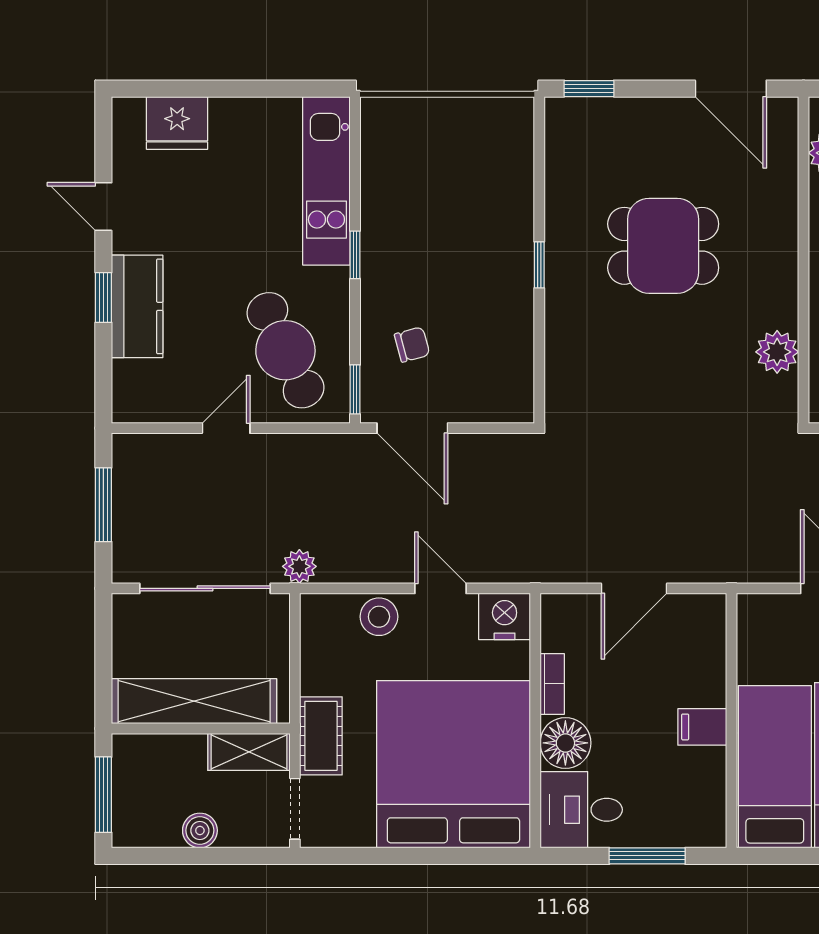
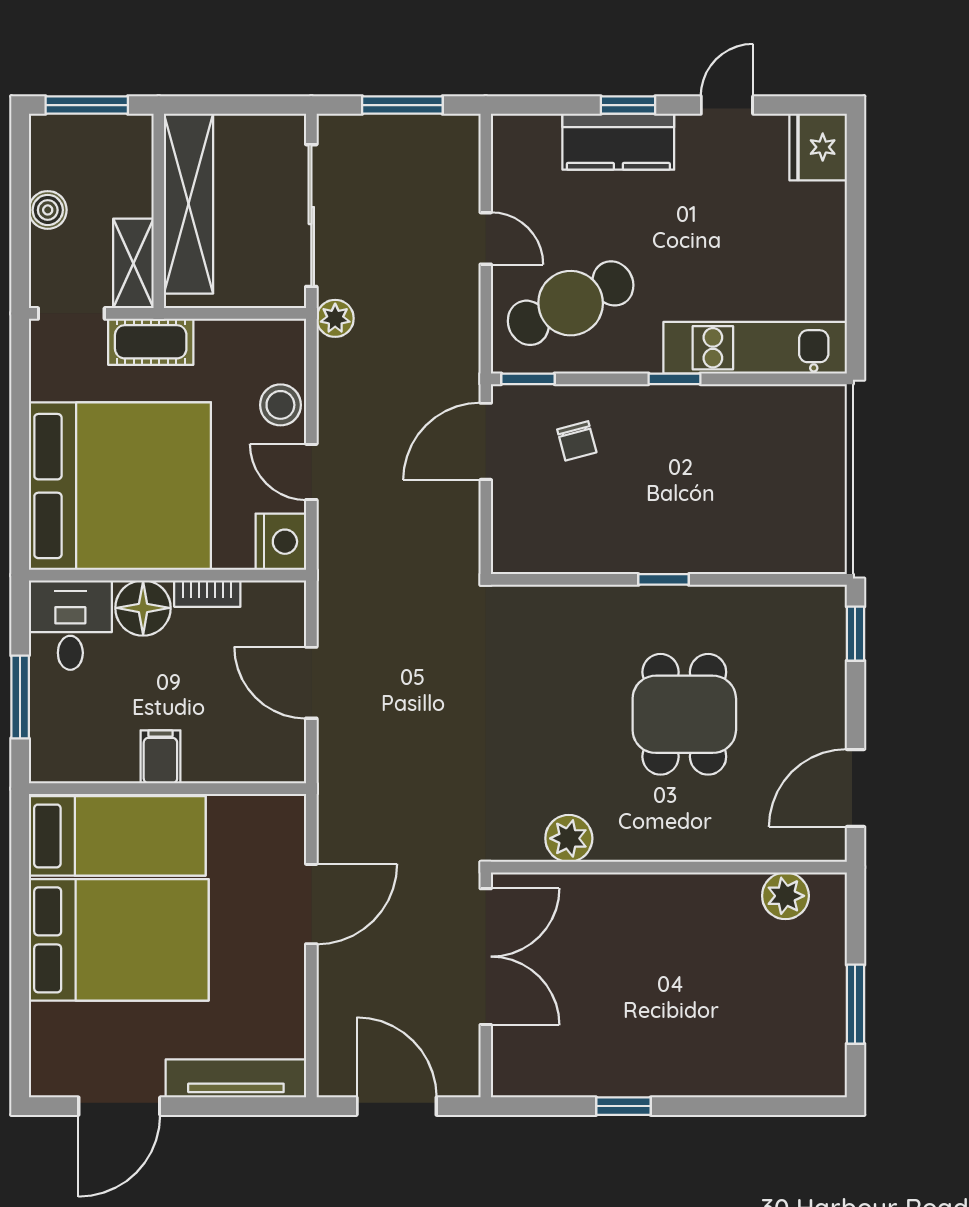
fridge: (177, 123) -> (818, 147), moved
door: (440, 588) -> (311, 472), swing flipped

